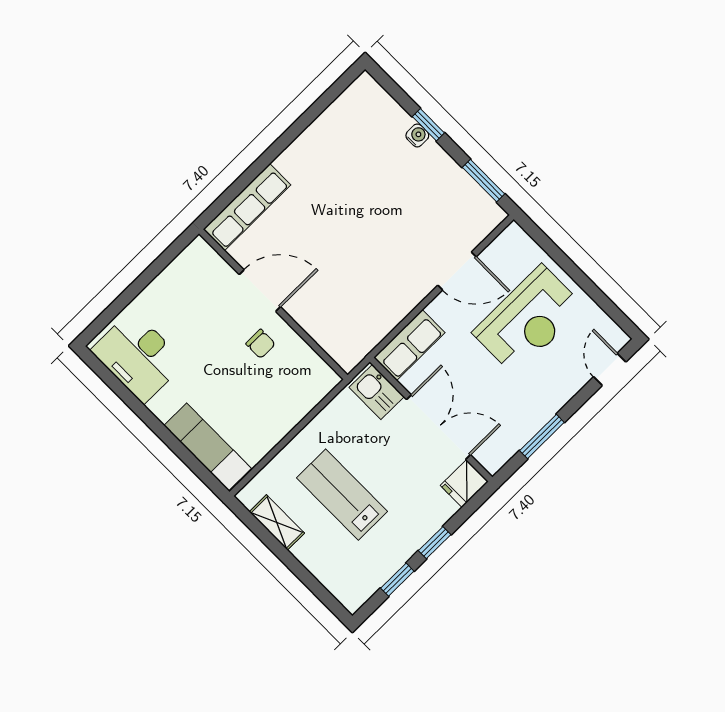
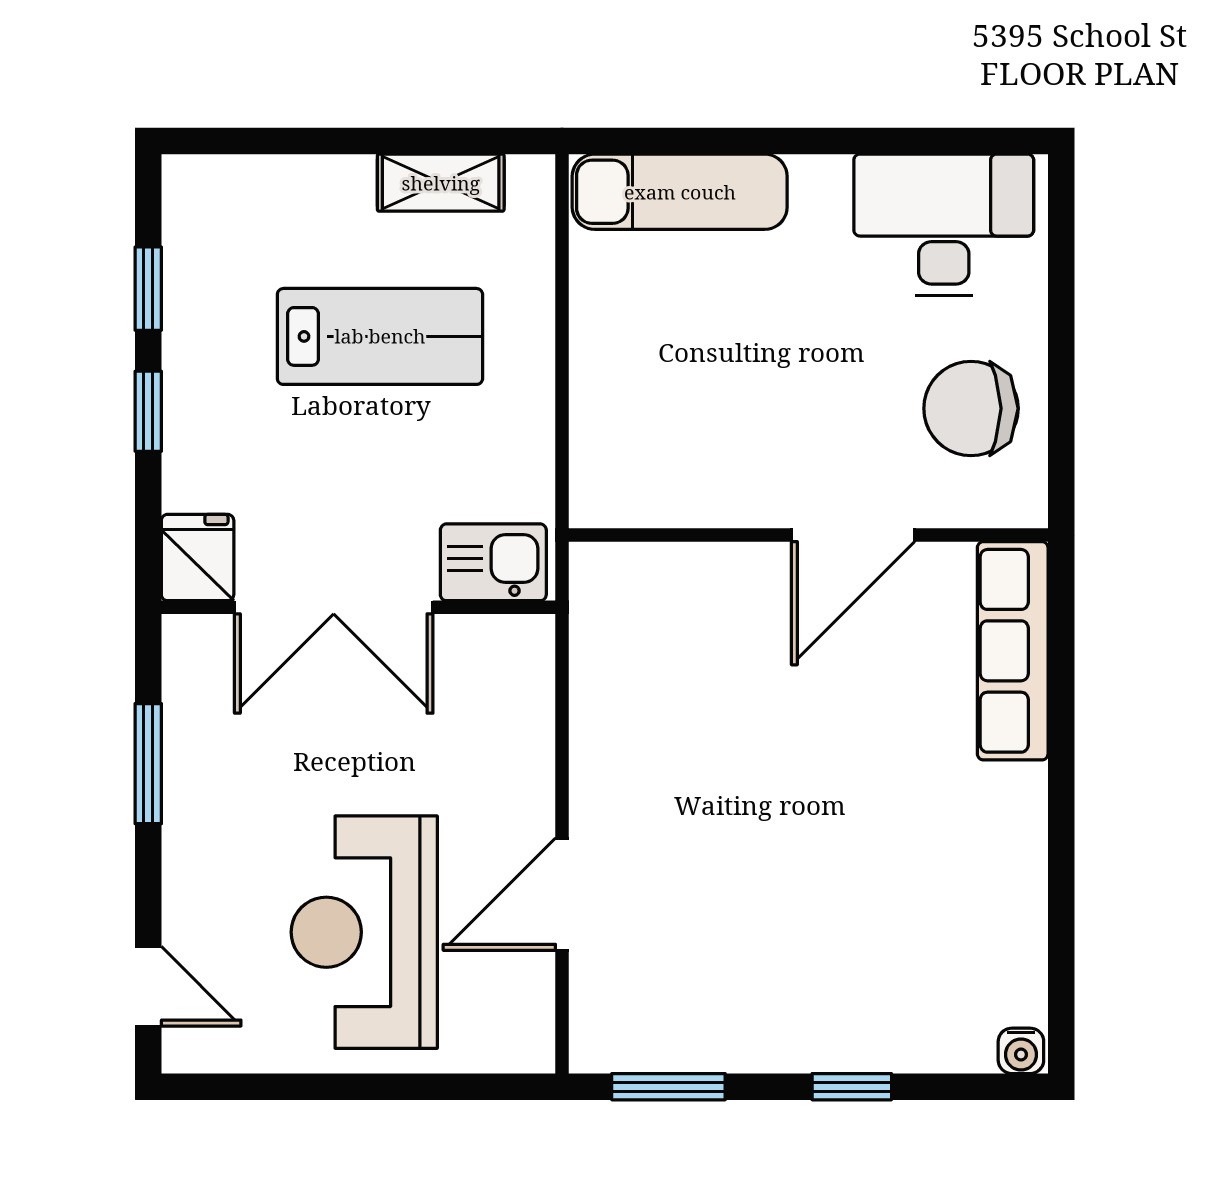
water cooler: (417, 135) -> (1021, 1051), moved
chair: (261, 344) -> (971, 408), moved, width x1.87, depth x1.87
row of seats: (409, 345) -> (517, 694), removed

